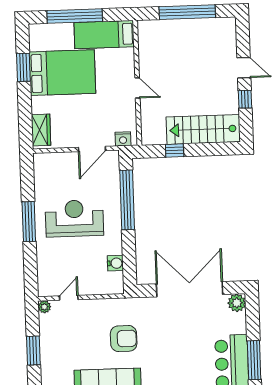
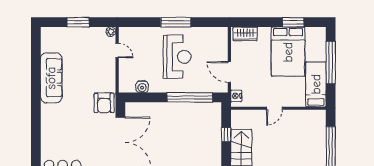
armchair: (124, 339) -> (104, 103), moved

